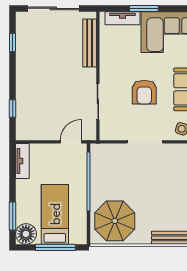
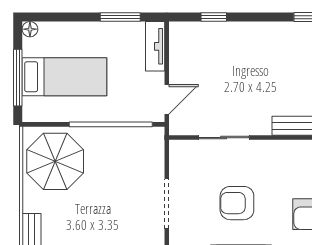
door: (71, 142) -> (167, 99), hinge flipped
tv unit: (22, 161) -> (155, 46), moved, turned 90
window: (13, 216) -> (120, 17), moved
floor lamp: (26, 234) -> (30, 29), width x0.53, depth x0.53

